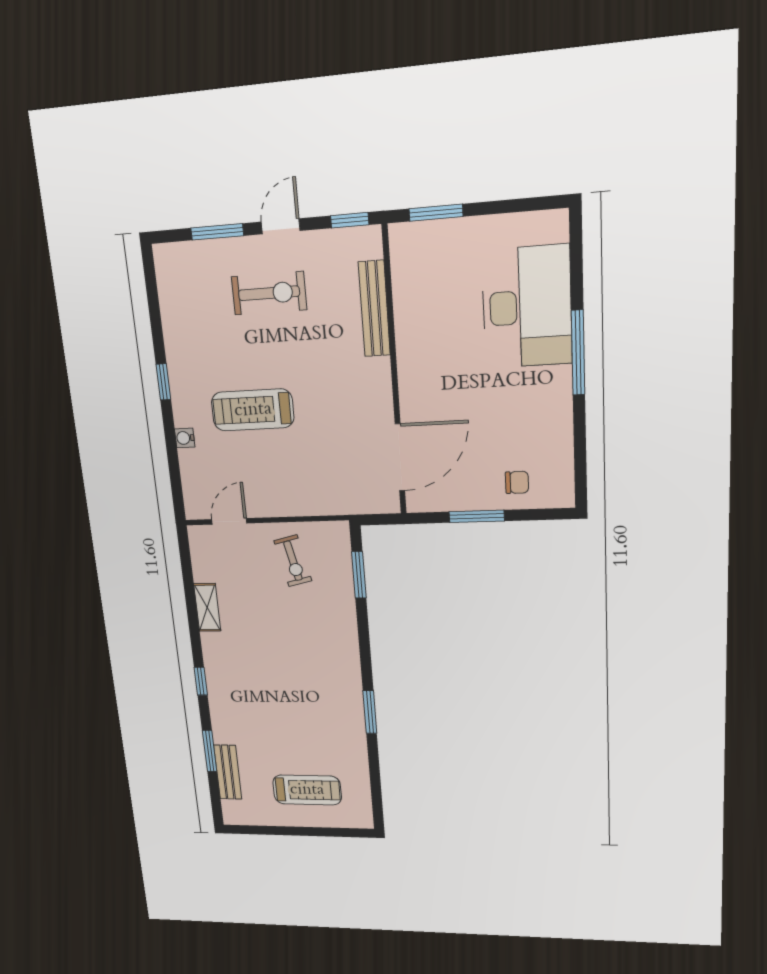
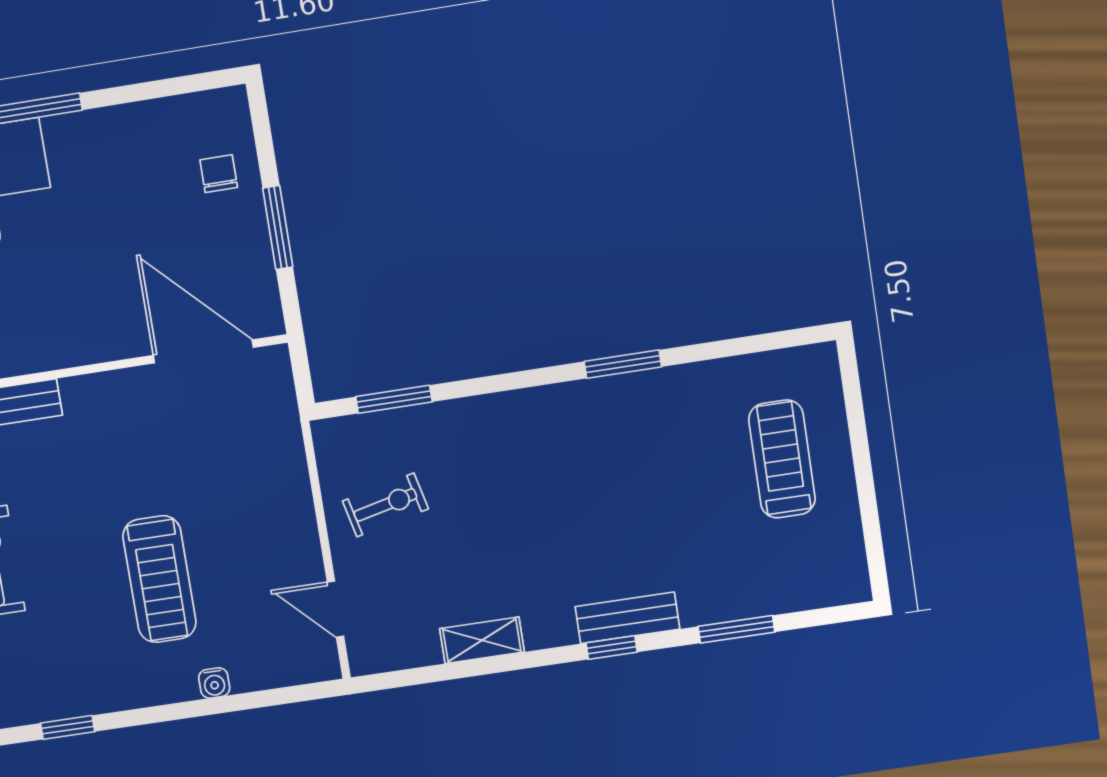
window: (163, 382) -> (68, 727), moved
bench: (228, 772) -> (627, 618), moved

